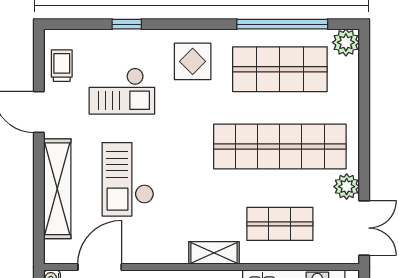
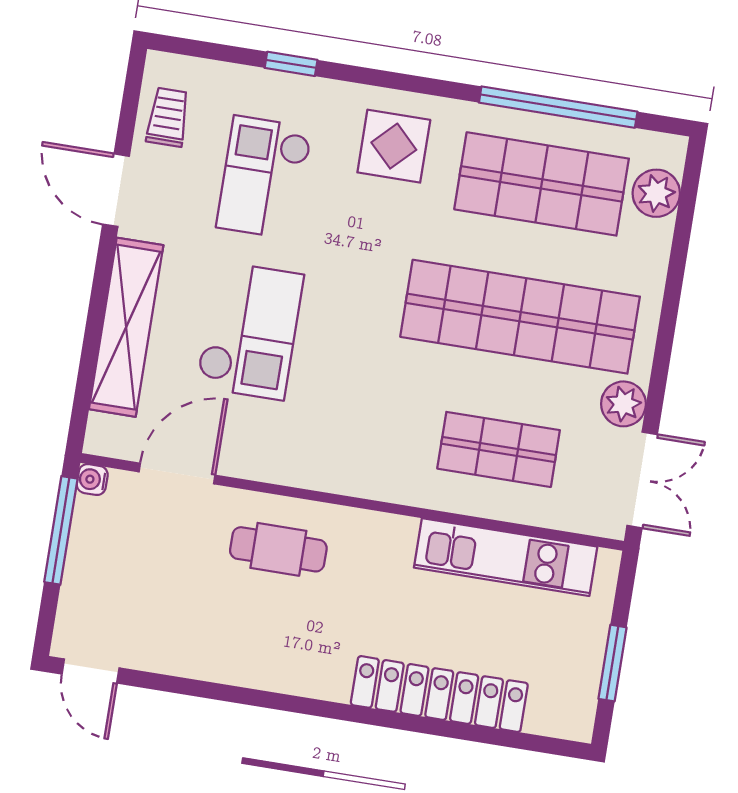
plant: (346, 42) -> (656, 193), moved
checkout: (122, 91) -> (264, 177), turned 90
checkout: (128, 179) -> (250, 331), turned 180
shelving: (214, 253) -> (377, 481), removed

